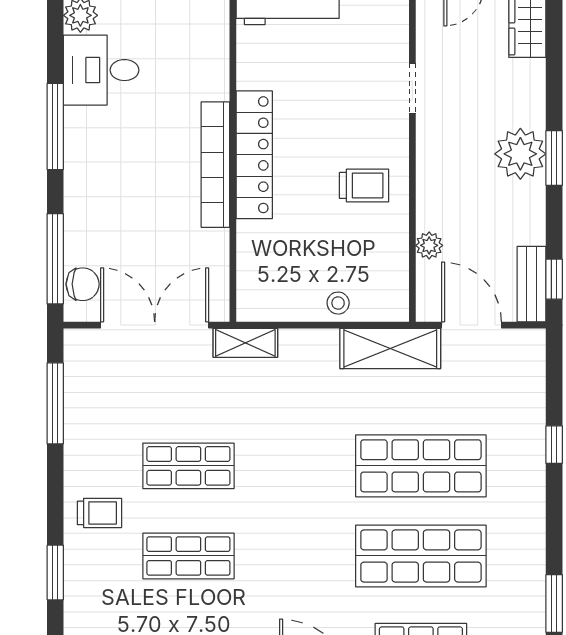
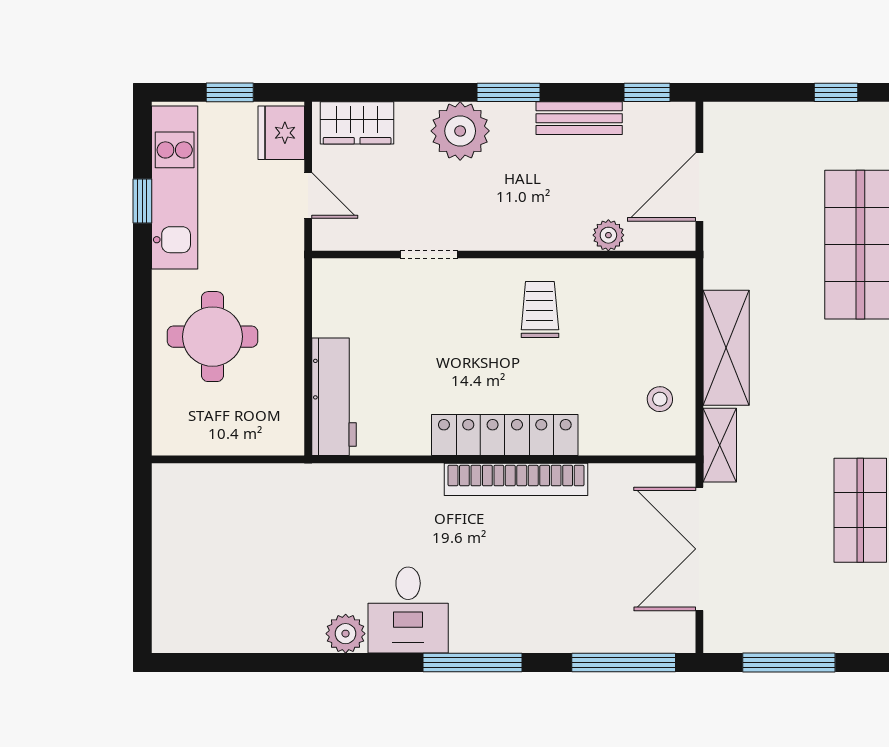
plant: (520, 154) -> (460, 131), moved
chair: (83, 284) -> (653, 631), removed
bench: (532, 284) -> (579, 118), moved
stool: (338, 303) -> (660, 399), moved
shelving: (390, 348) -> (726, 348), moved

